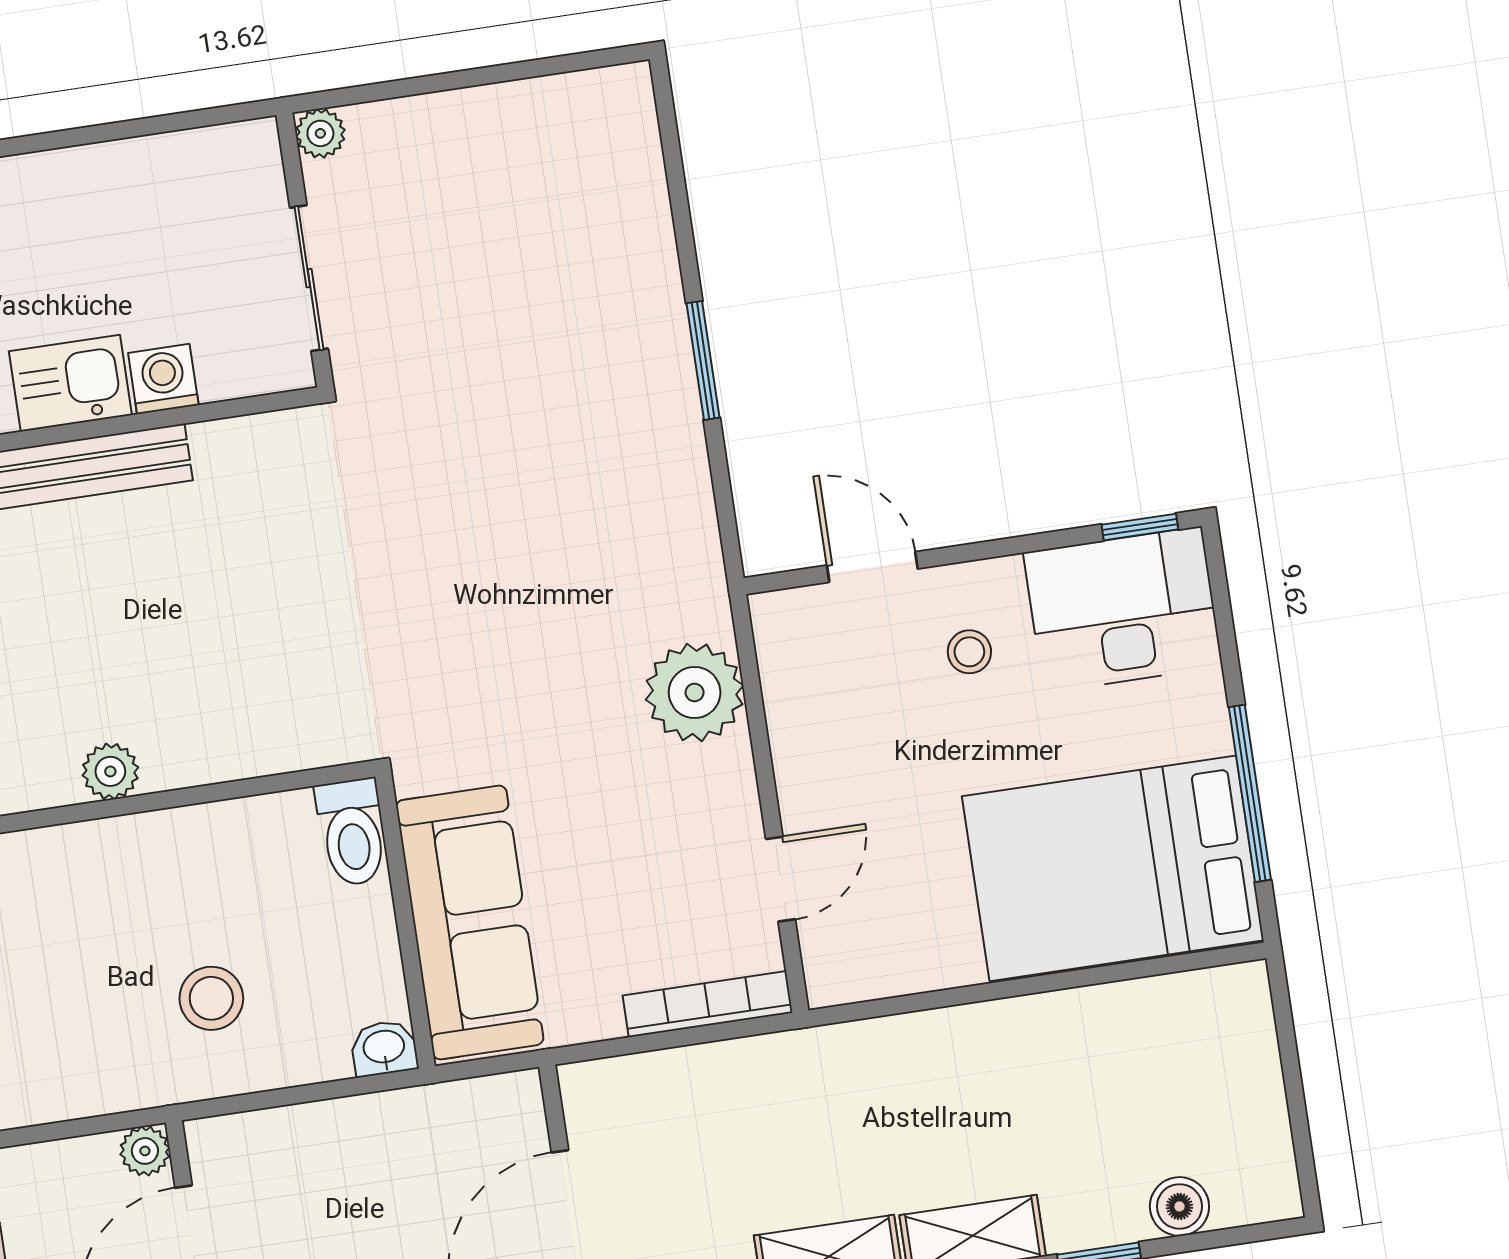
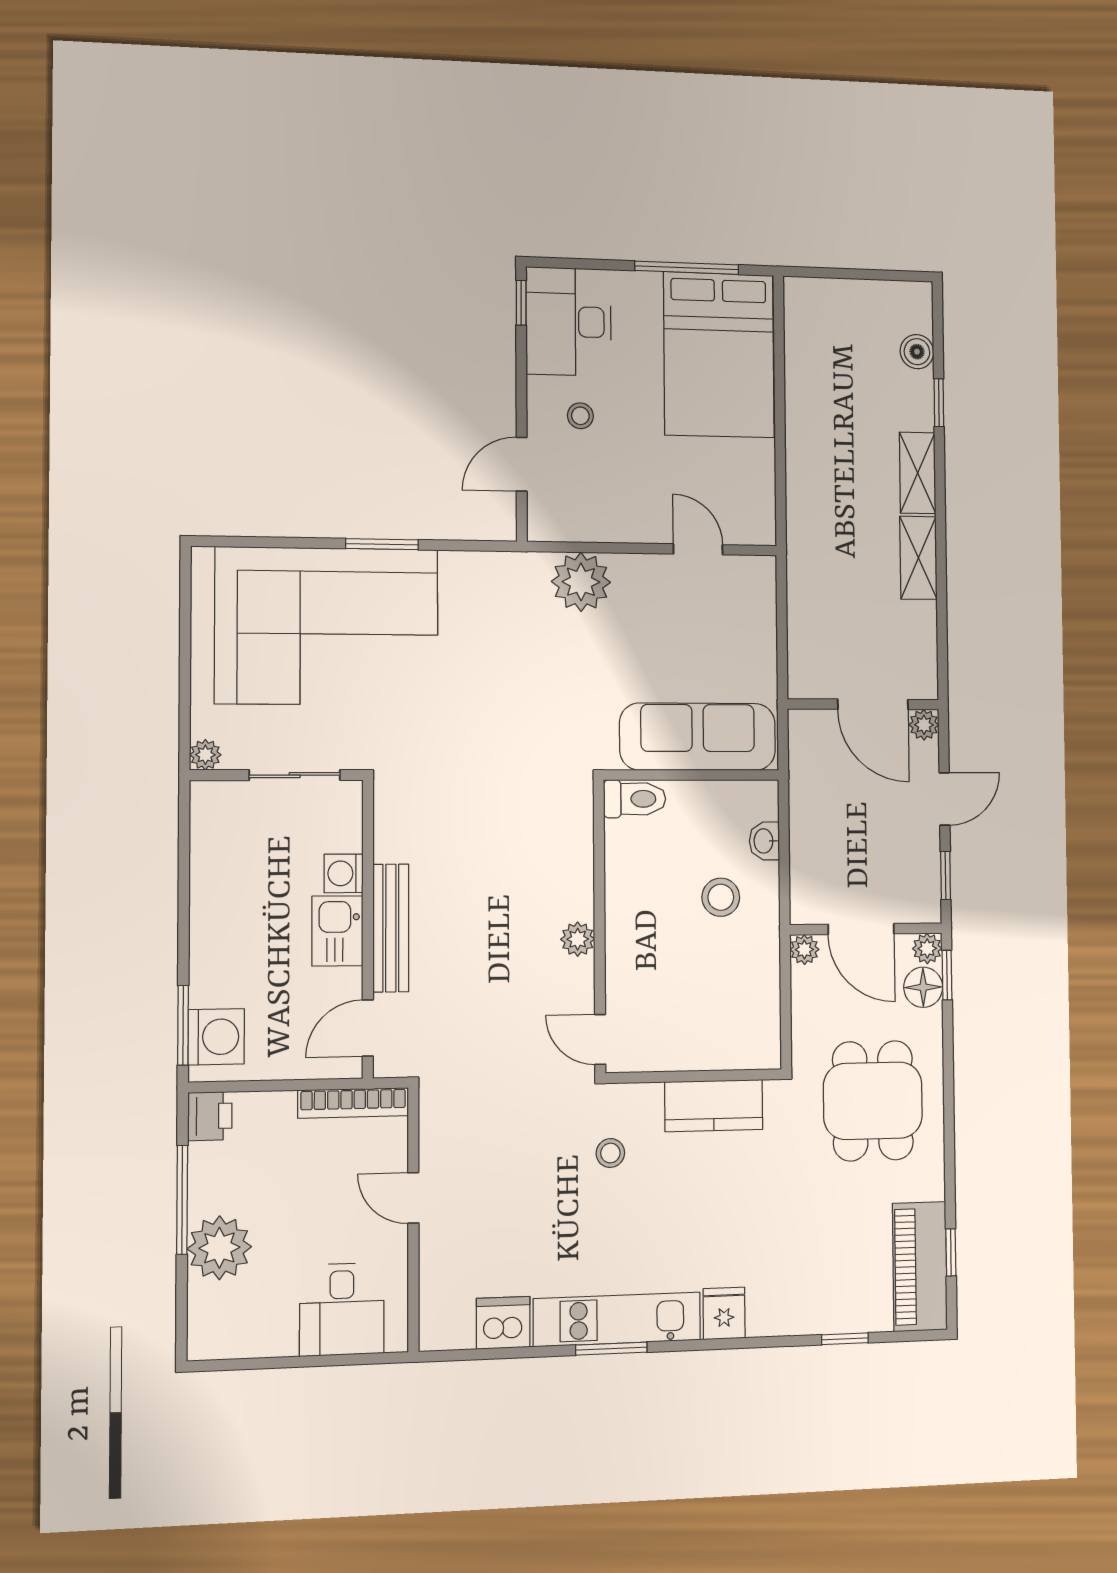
corner sofa: (556, 293) -> (327, 626), added
bookcase: (708, 1004) -> (765, 604), removed
washbasin: (384, 1048) -> (764, 841), moved

